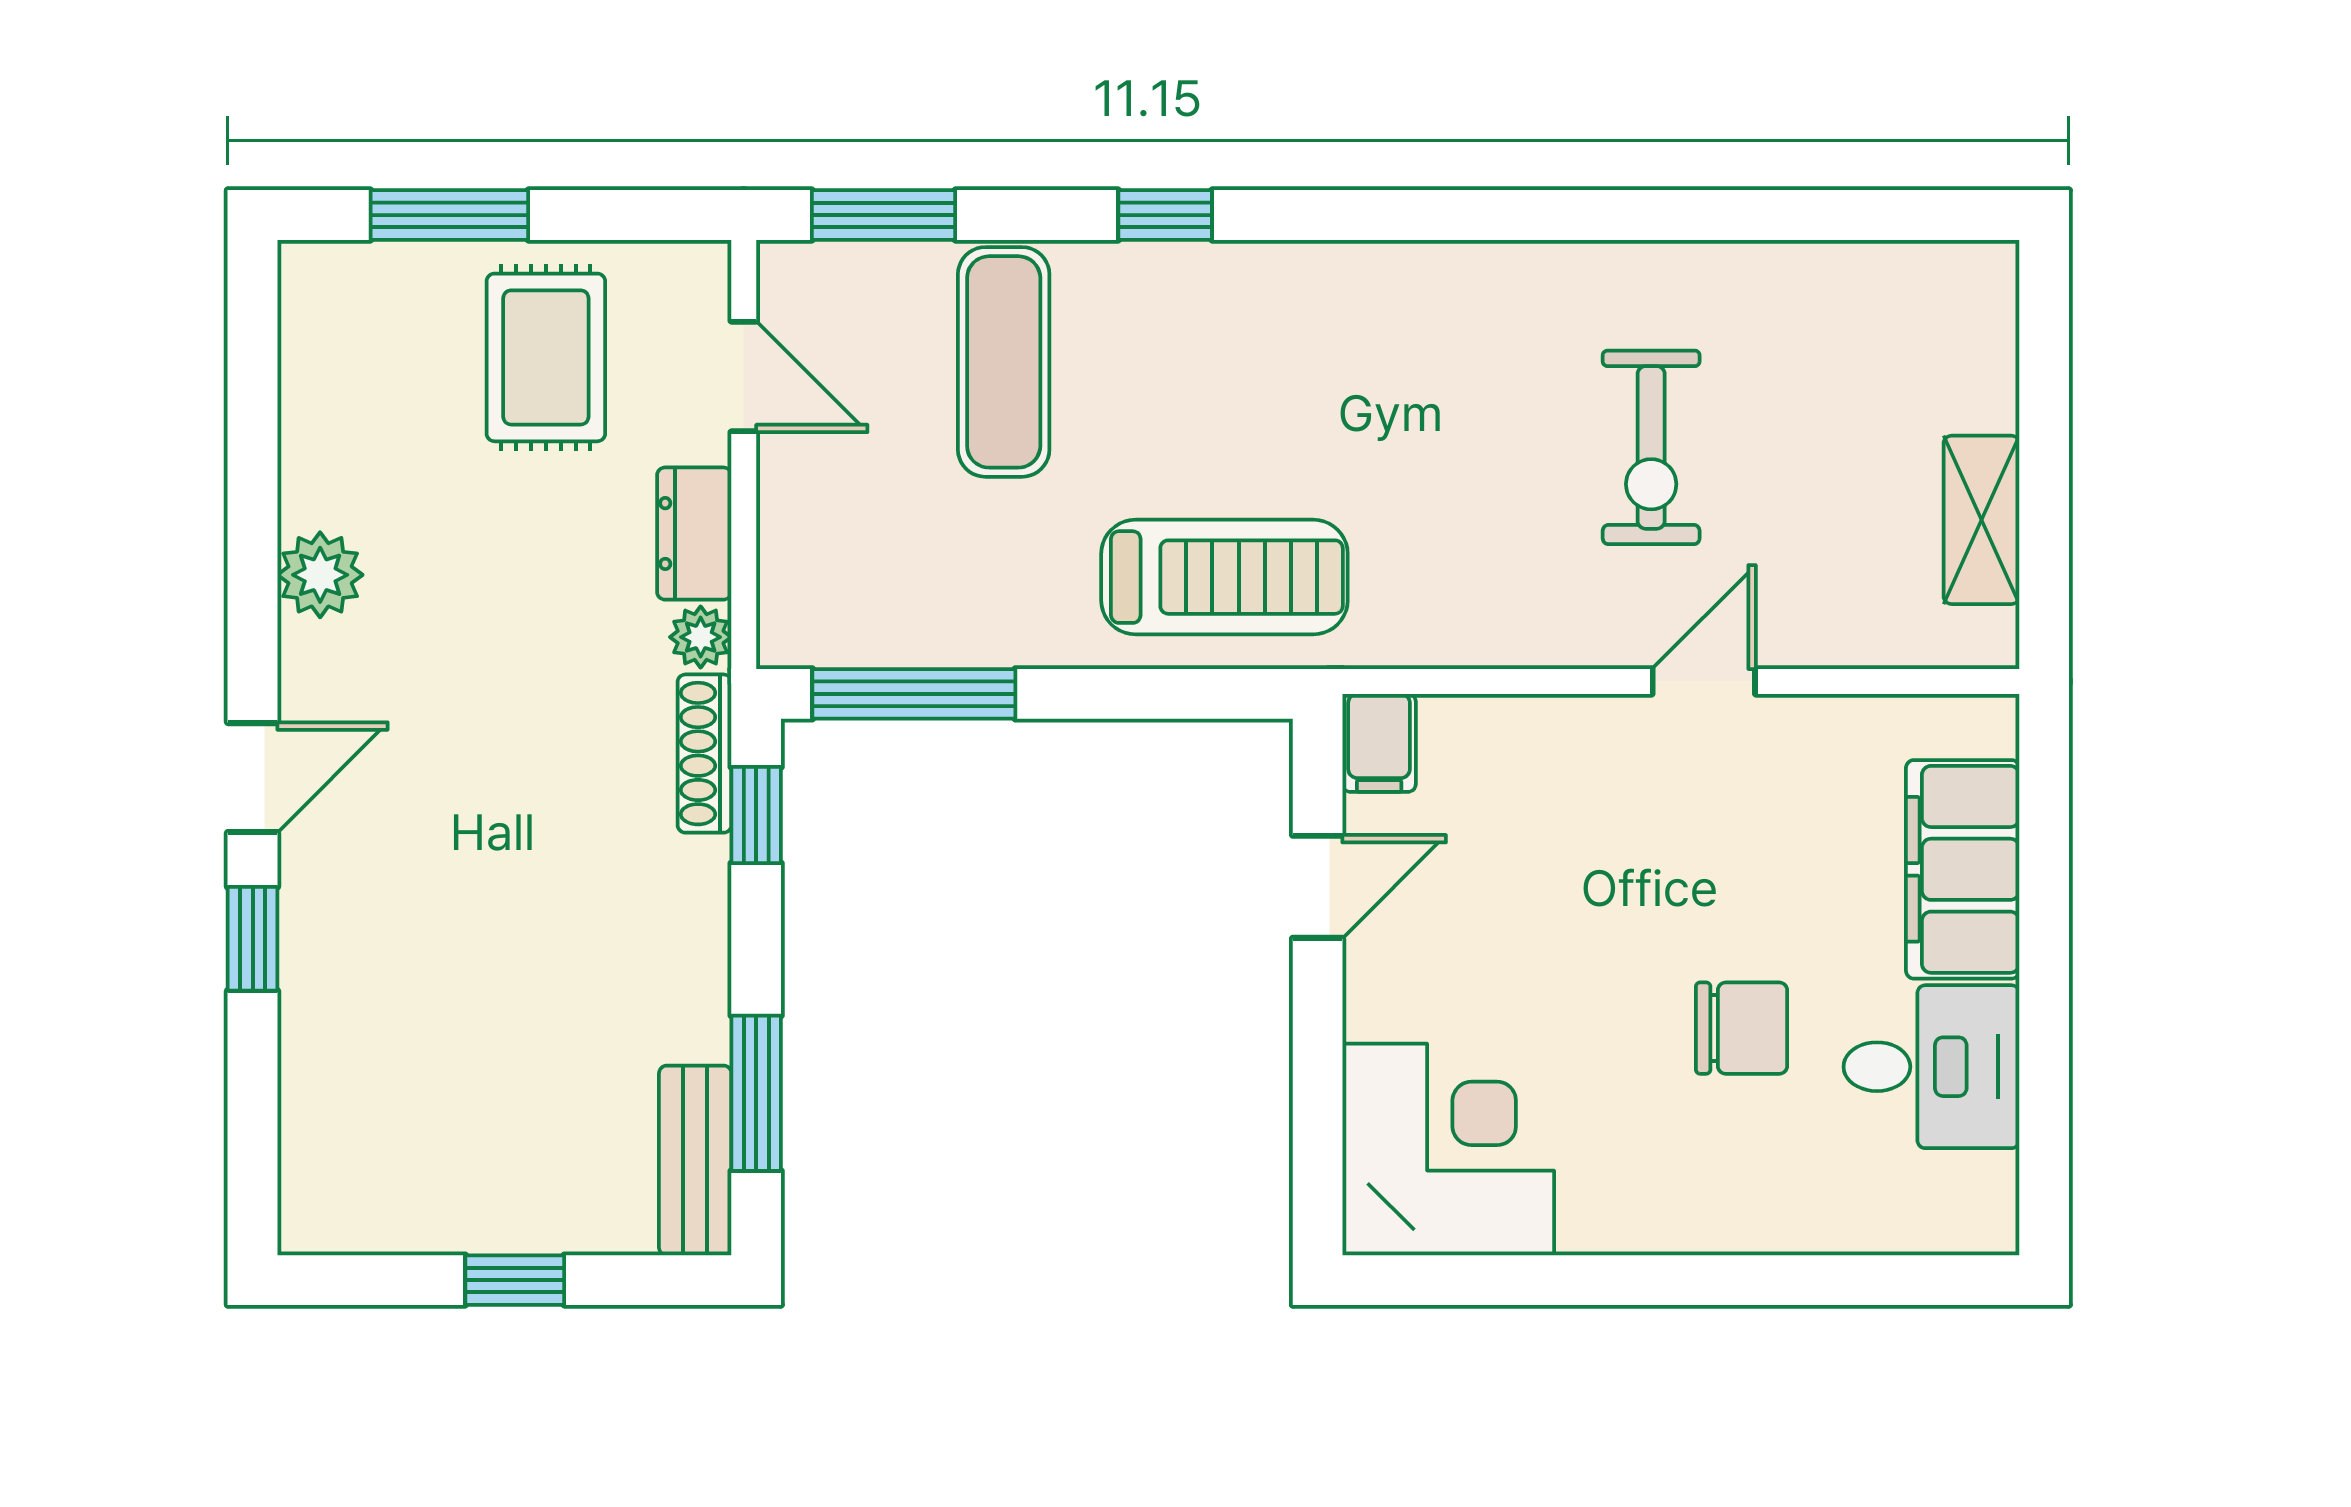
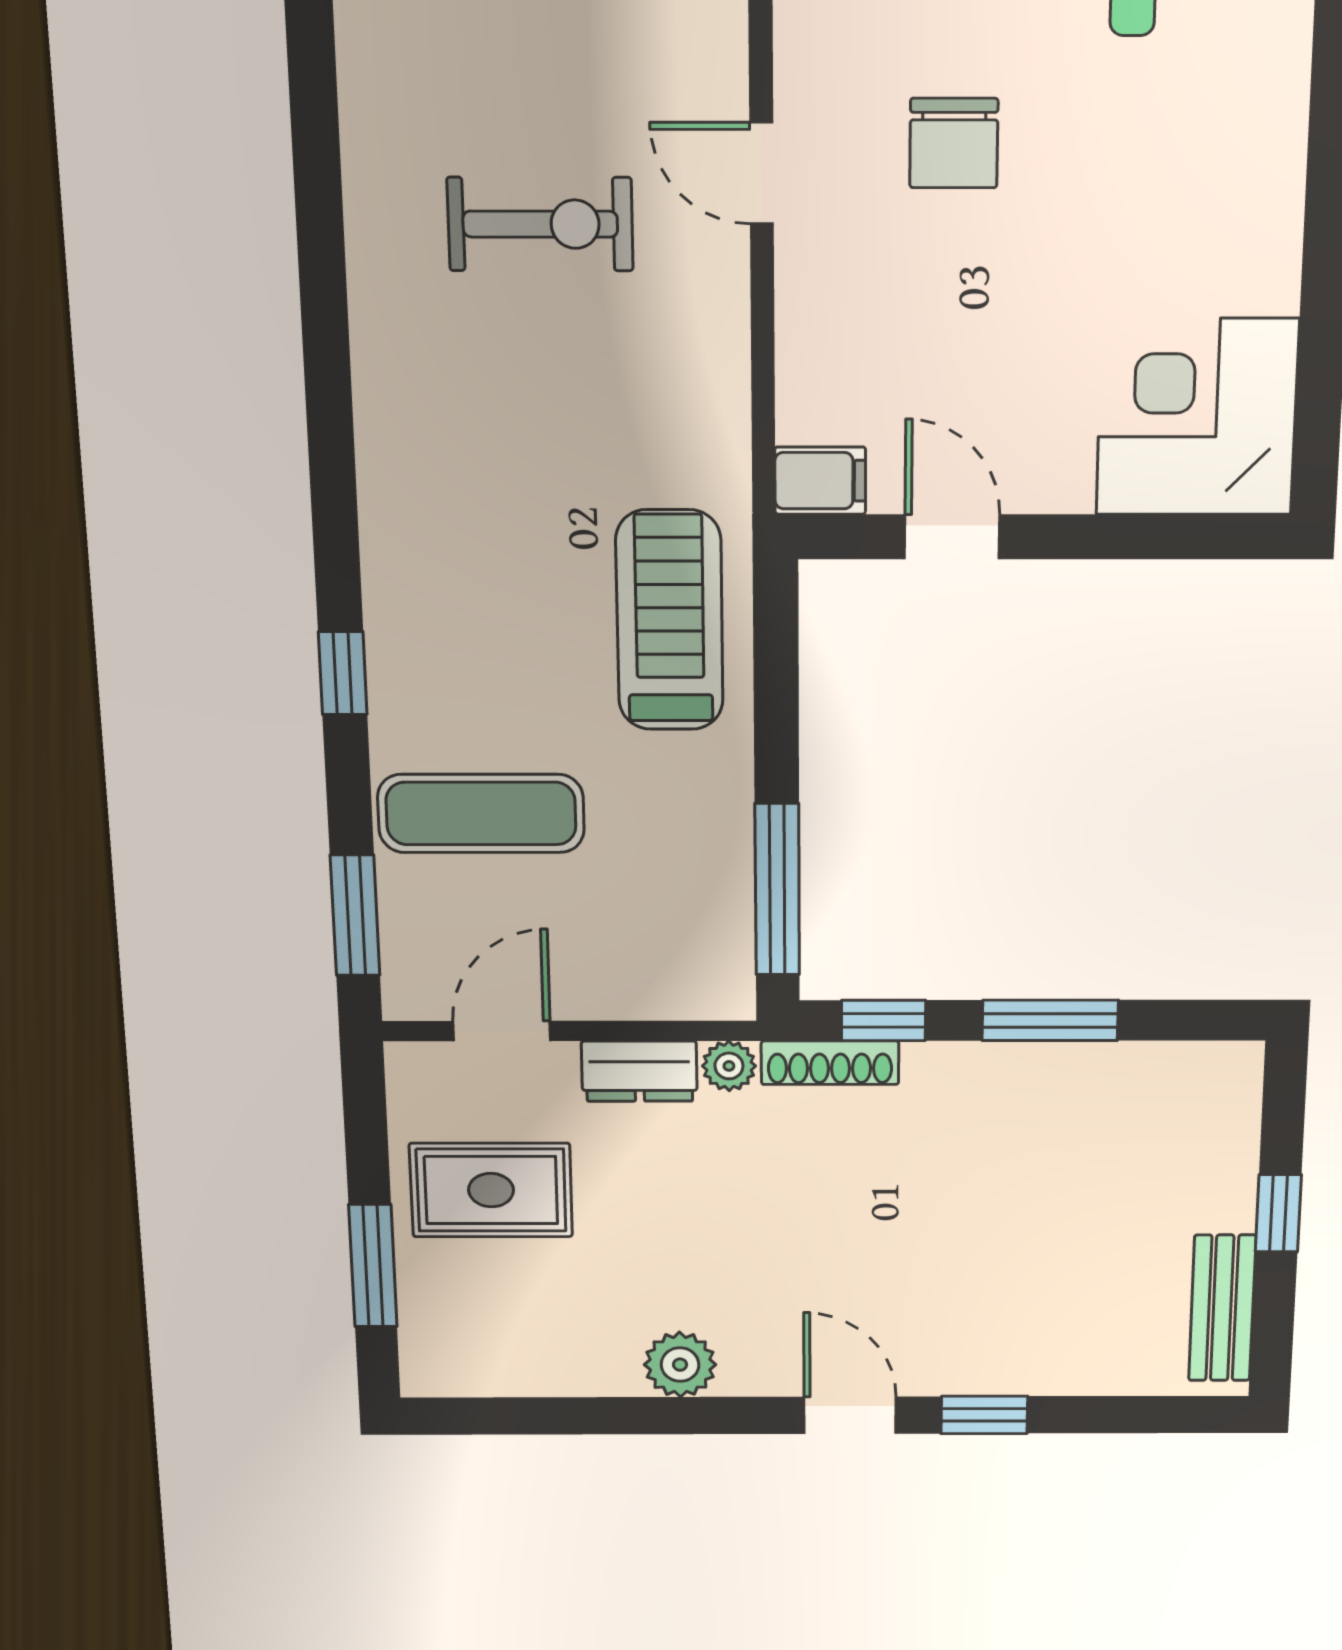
chair: (1742, 1028) -> (954, 143), moved, turned 180
window: (756, 1093) -> (1050, 1020), moved
bench: (695, 1160) -> (1222, 1308), moved, turned 90

